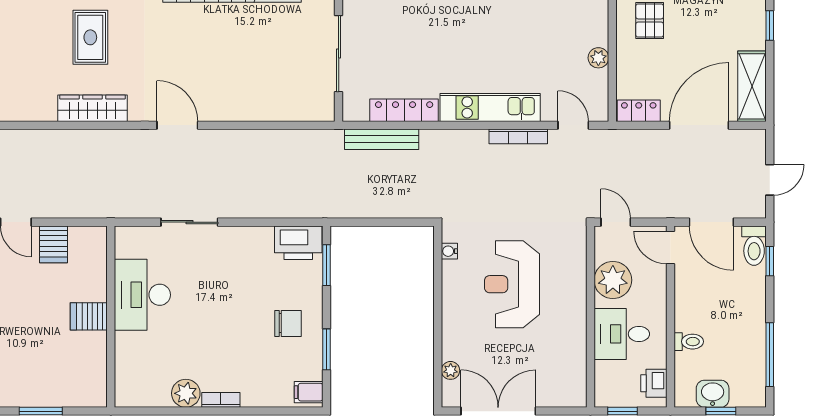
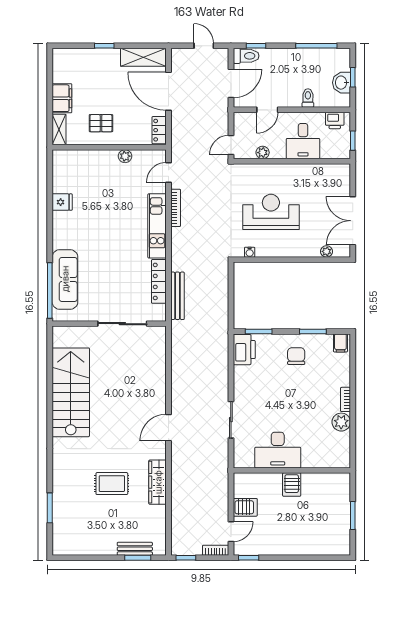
door: (670, 248) -> (267, 110), moved
plant: (613, 280) -> (263, 153), width x0.53, depth x0.53
reception desk: (512, 284) -> (271, 212), turned 180

